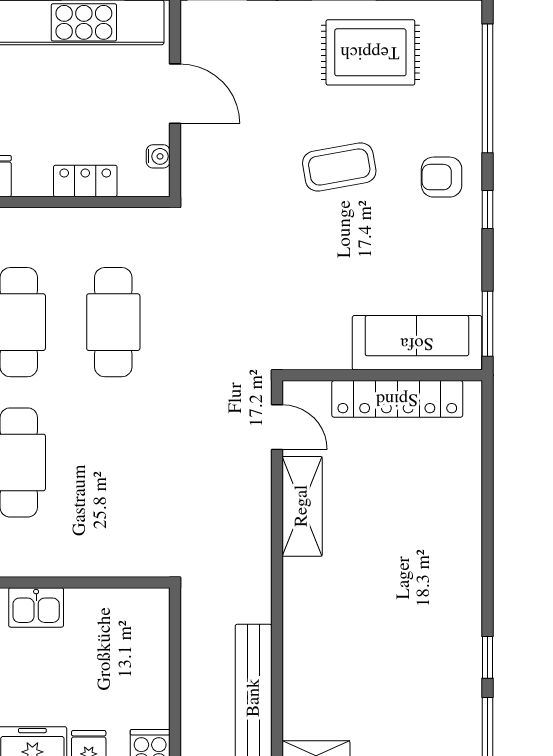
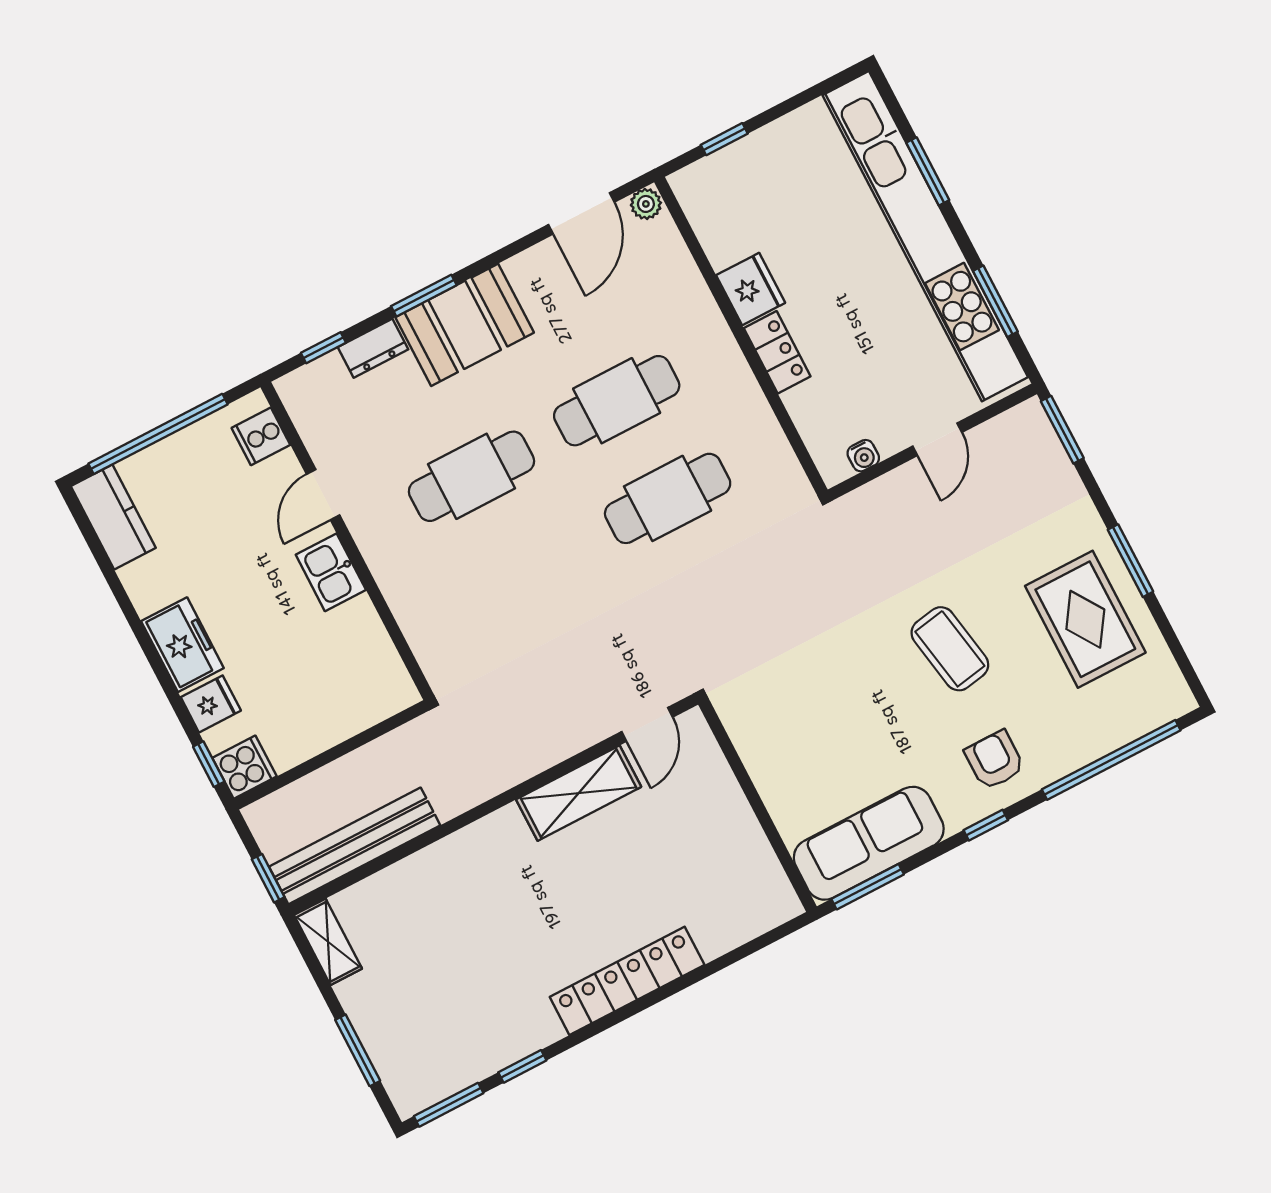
door: (175, 94) -> (937, 439), width x0.73
locker: (85, 181) -> (777, 352), moved
sofa: (417, 343) -> (869, 843), moved, turned -90
locker: (397, 399) -> (627, 981), moved, turned 90

